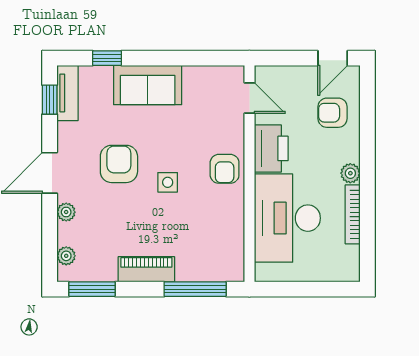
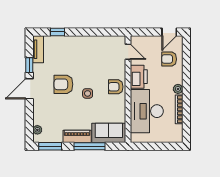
sofa: (148, 85) -> (109, 133), moved, turned 180
window: (50, 100) -> (29, 65), moved
armchair: (119, 164) -> (63, 84), turned -90
armchair: (225, 169) -> (116, 87), turned 90
plant: (66, 212) -> (37, 108), removed
window: (195, 289) -> (89, 146), moved

